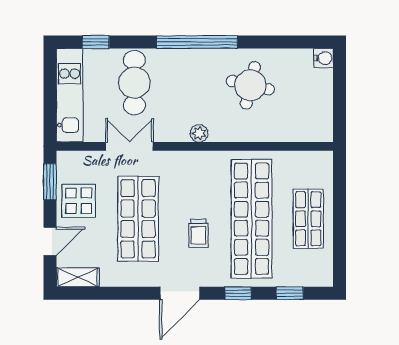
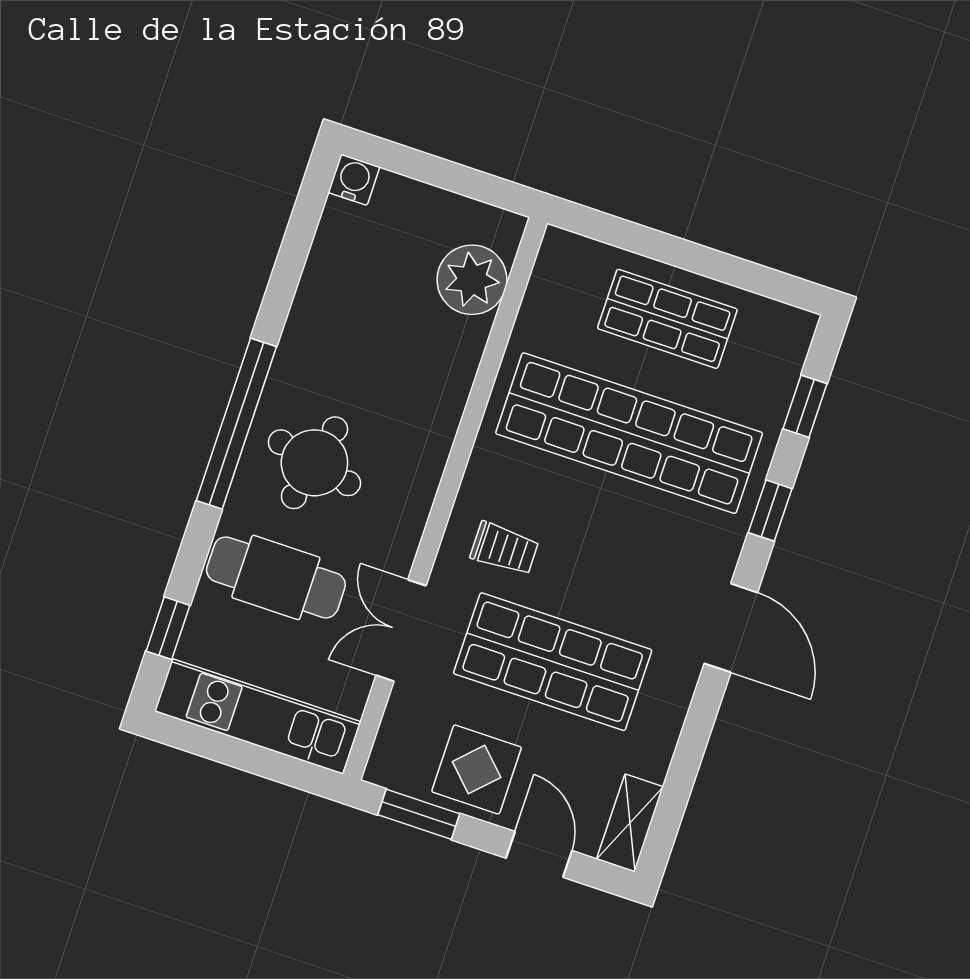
round table: (250, 85) -> (314, 463), moved
plant: (199, 133) -> (472, 280), moved, width x1.88, depth x1.88
trolley: (198, 233) -> (504, 549), moved

